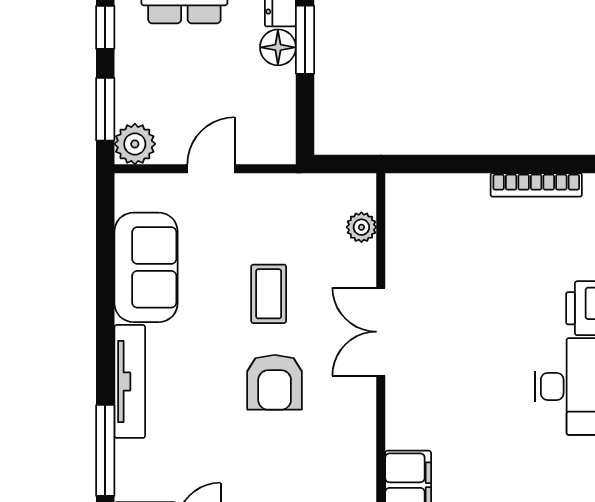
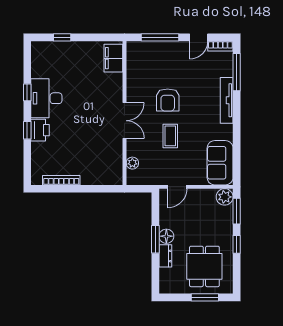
door: (211, 169) -> (177, 187), moved
sofa: (146, 267) -> (220, 163), moved
armchair: (275, 382) -> (168, 100), turned 180

